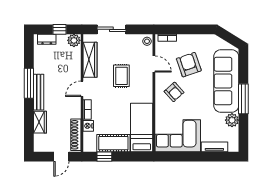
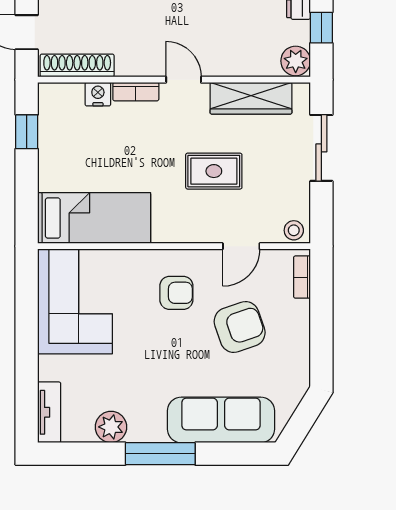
sofa: (226, 81) -> (221, 420), width x0.74, depth x0.79
armchair: (174, 92) -> (176, 293), turned -138
cot: (113, 143) -> (58, 152), removed
tv unit: (214, 147) -> (49, 412), moved

